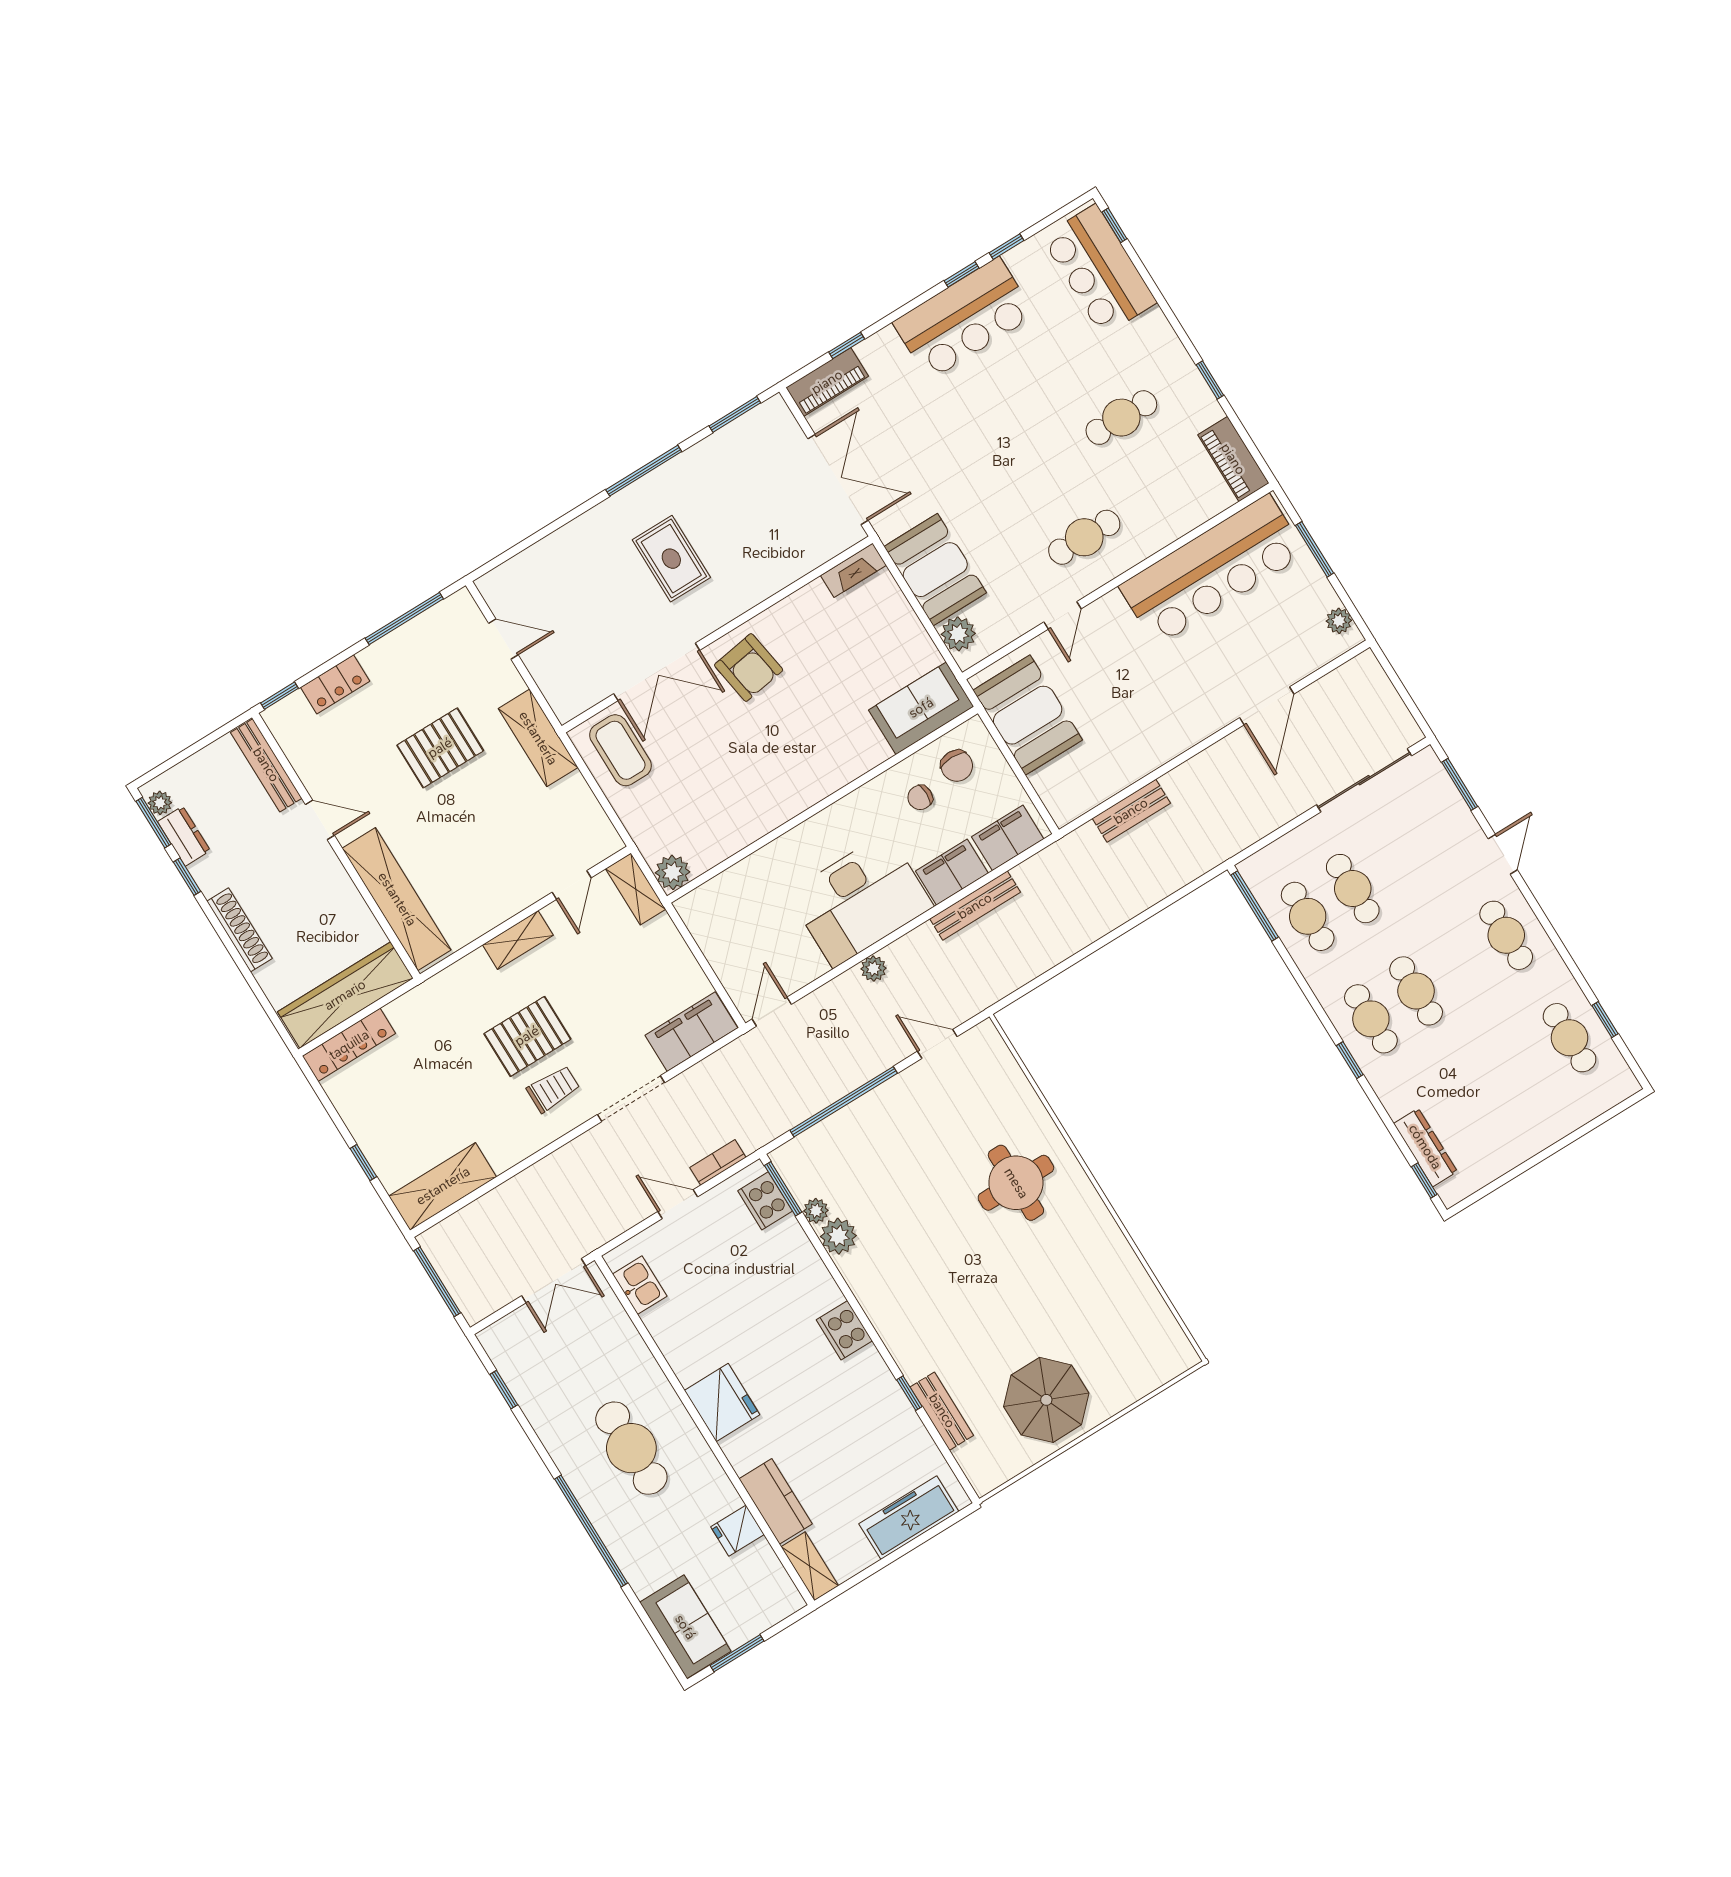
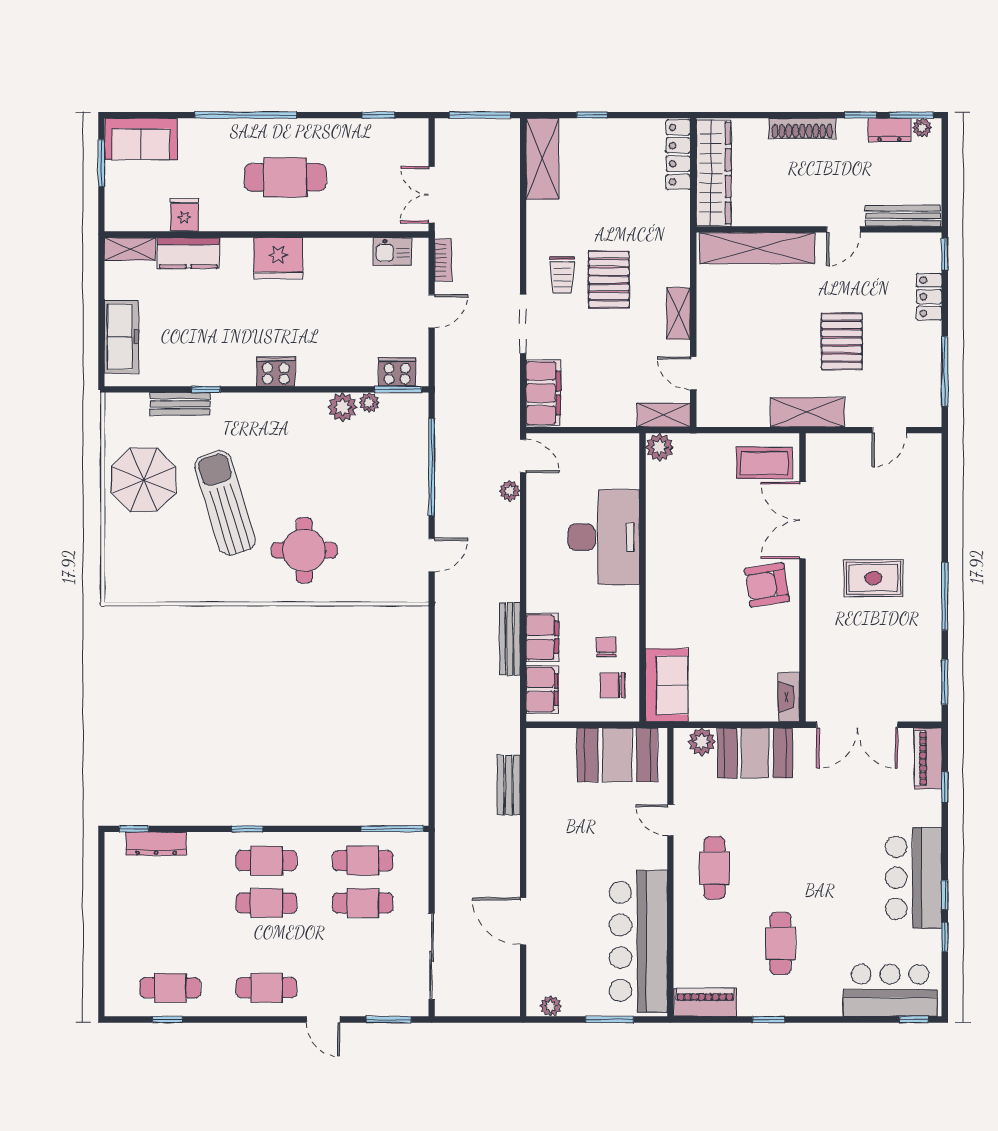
desk: (860, 900) -> (604, 537), moved, turned 180
plant: (873, 969) -> (510, 491), moved
bookcase: (718, 1162) -> (443, 260), moved
sun lounger: (1018, 1298) -> (225, 503), added

